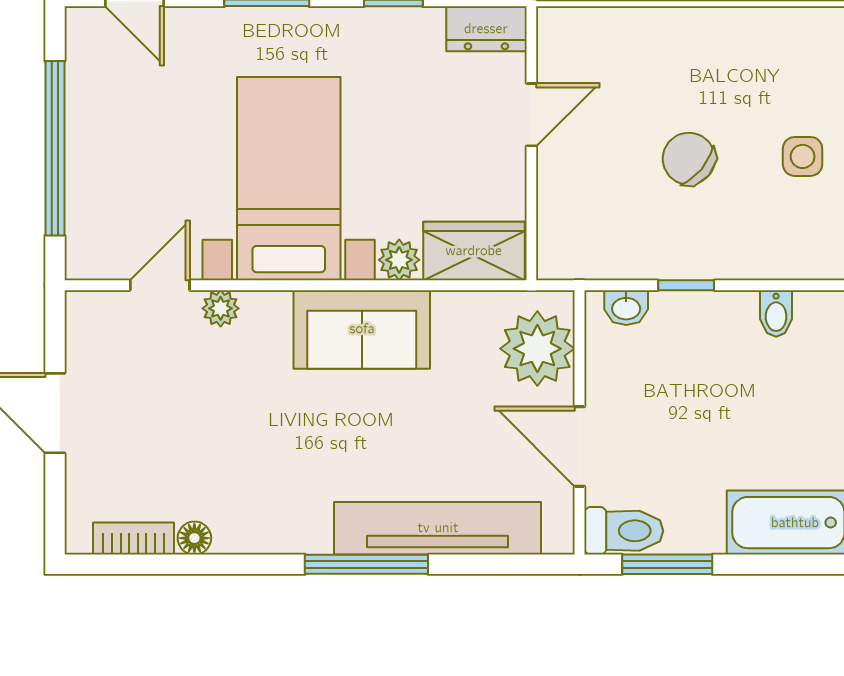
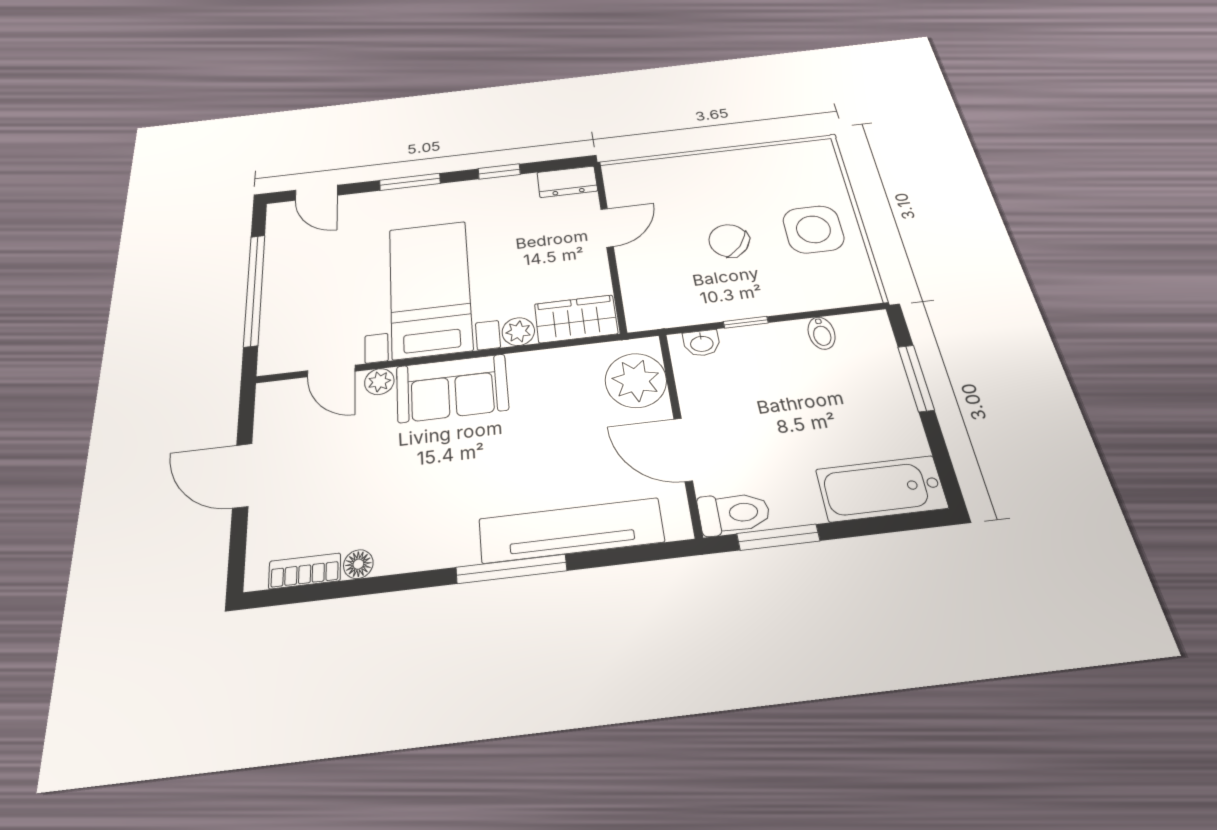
side table: (803, 156) -> (813, 229), width x1.87, depth x1.87
door: (160, 285) -> (331, 371), swing flipped
sofa: (362, 329) -> (452, 388), moved

